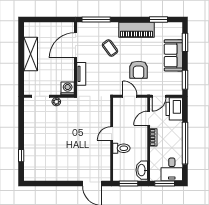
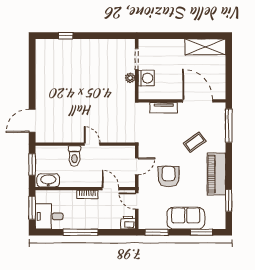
shelving: (31, 54) -> (205, 47), moved
armchair: (139, 70) -> (169, 176), turned 90
washing machine: (68, 88) -> (146, 78), moved
printer: (174, 109) -> (128, 222), width x0.53, depth x0.68
window: (185, 143) -> (81, 232), width x0.68

